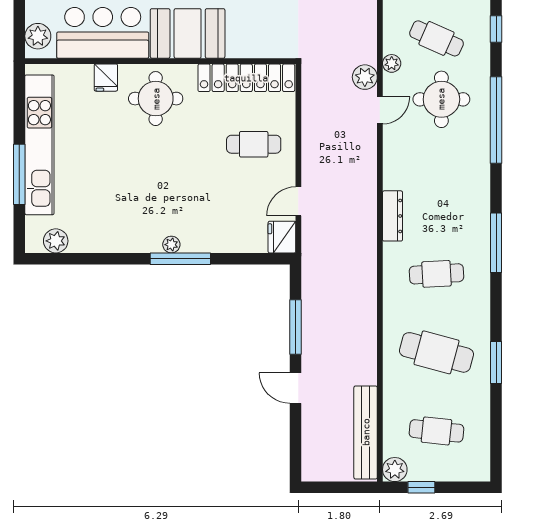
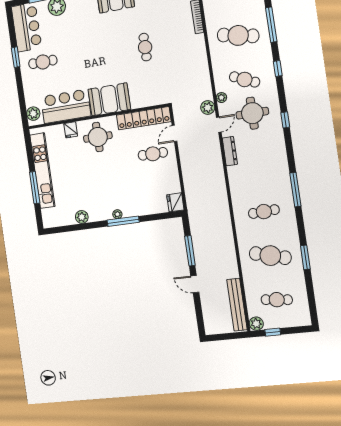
window: (496, 120) -> (285, 120), width x0.32
door: (298, 201) -> (174, 133), moved
dresser: (393, 216) -> (230, 151), moved
plant: (56, 241) -> (82, 217), moved

